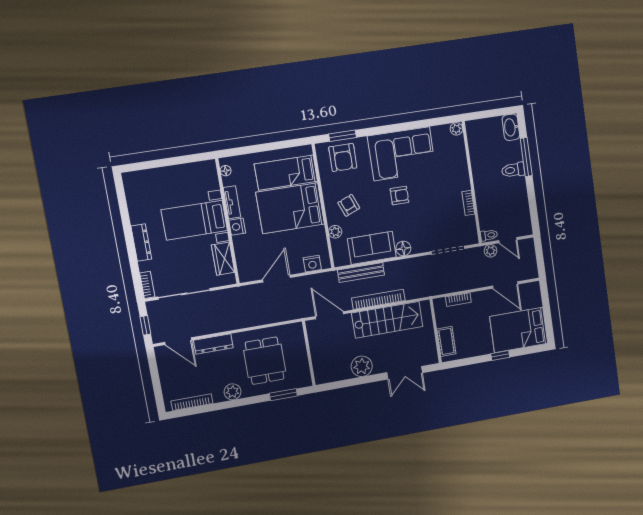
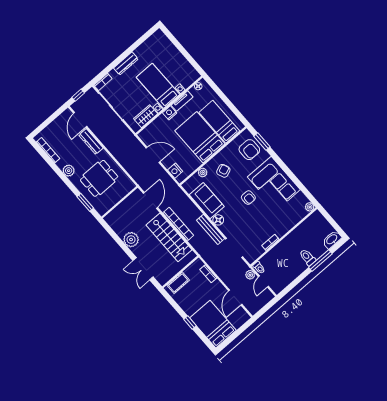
armchair: (343, 157) -> (249, 150), turned -90
bench: (361, 272) -> (211, 229), moved

